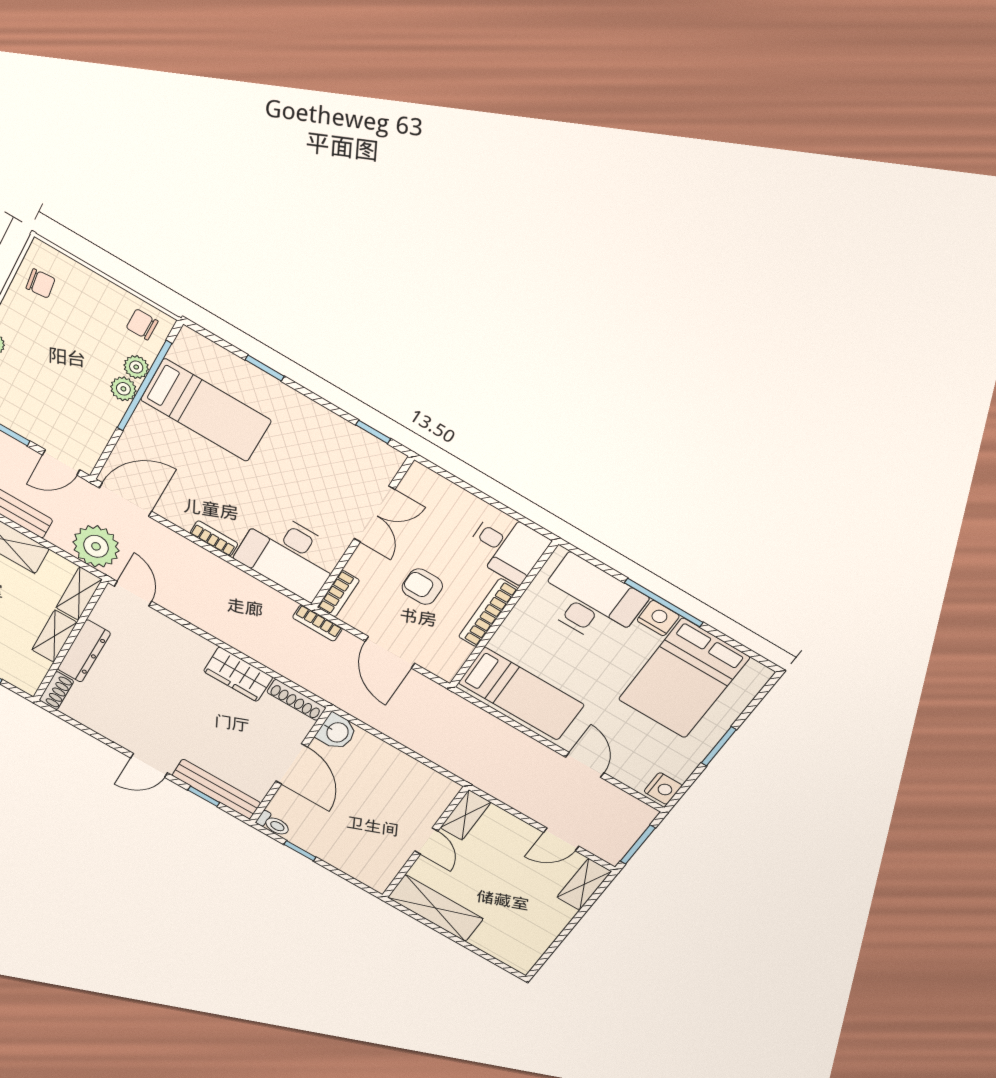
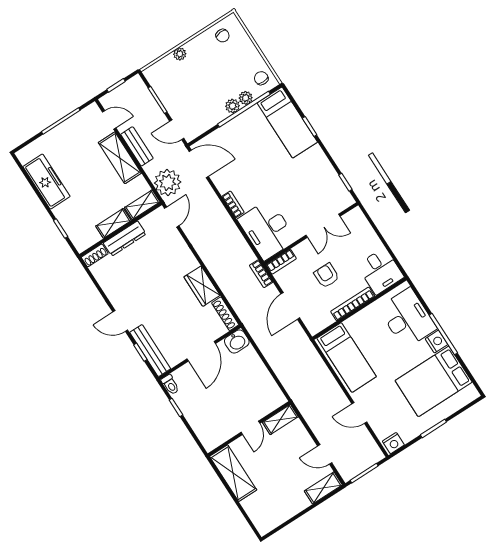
bed: (206, 410) -> (287, 123), moved
door: (585, 765) -> (359, 413), swing flipped

